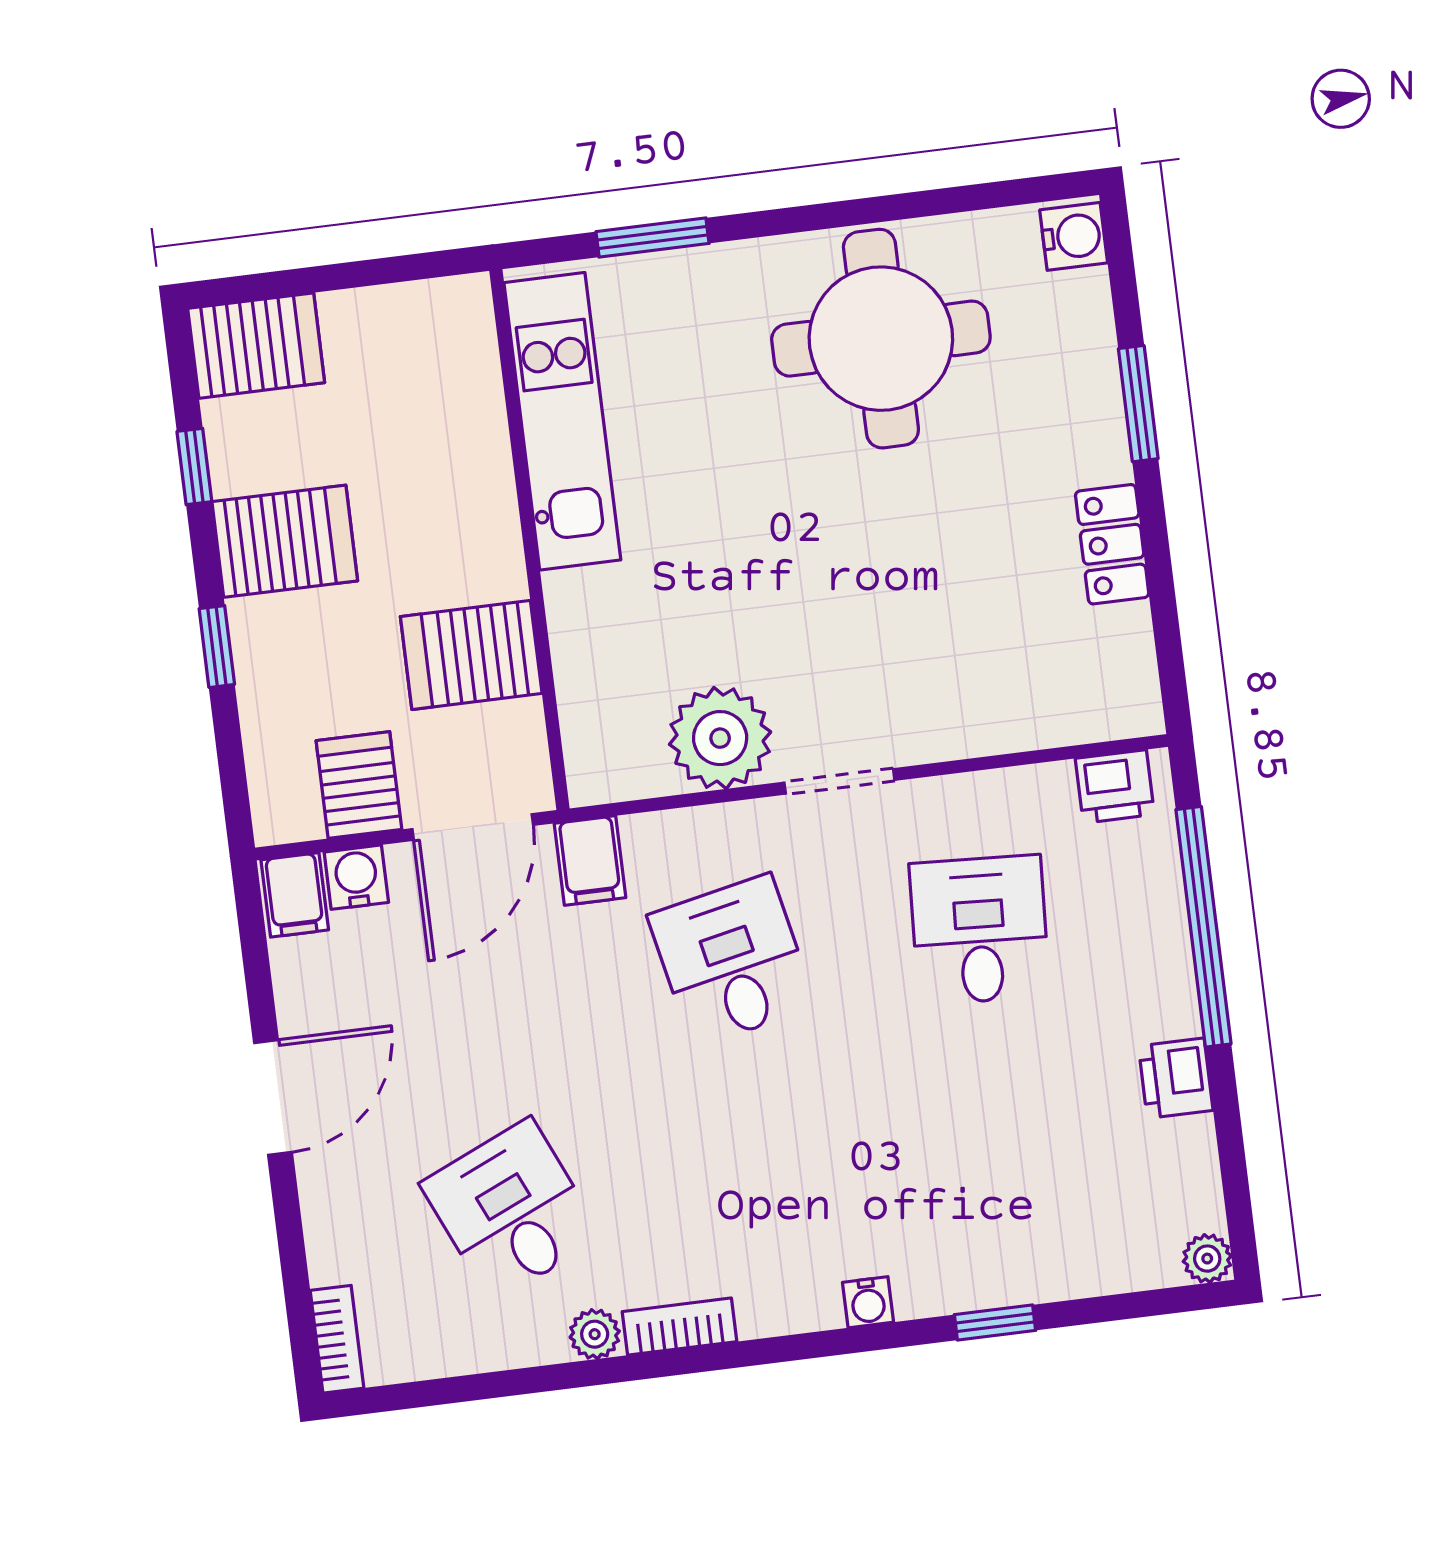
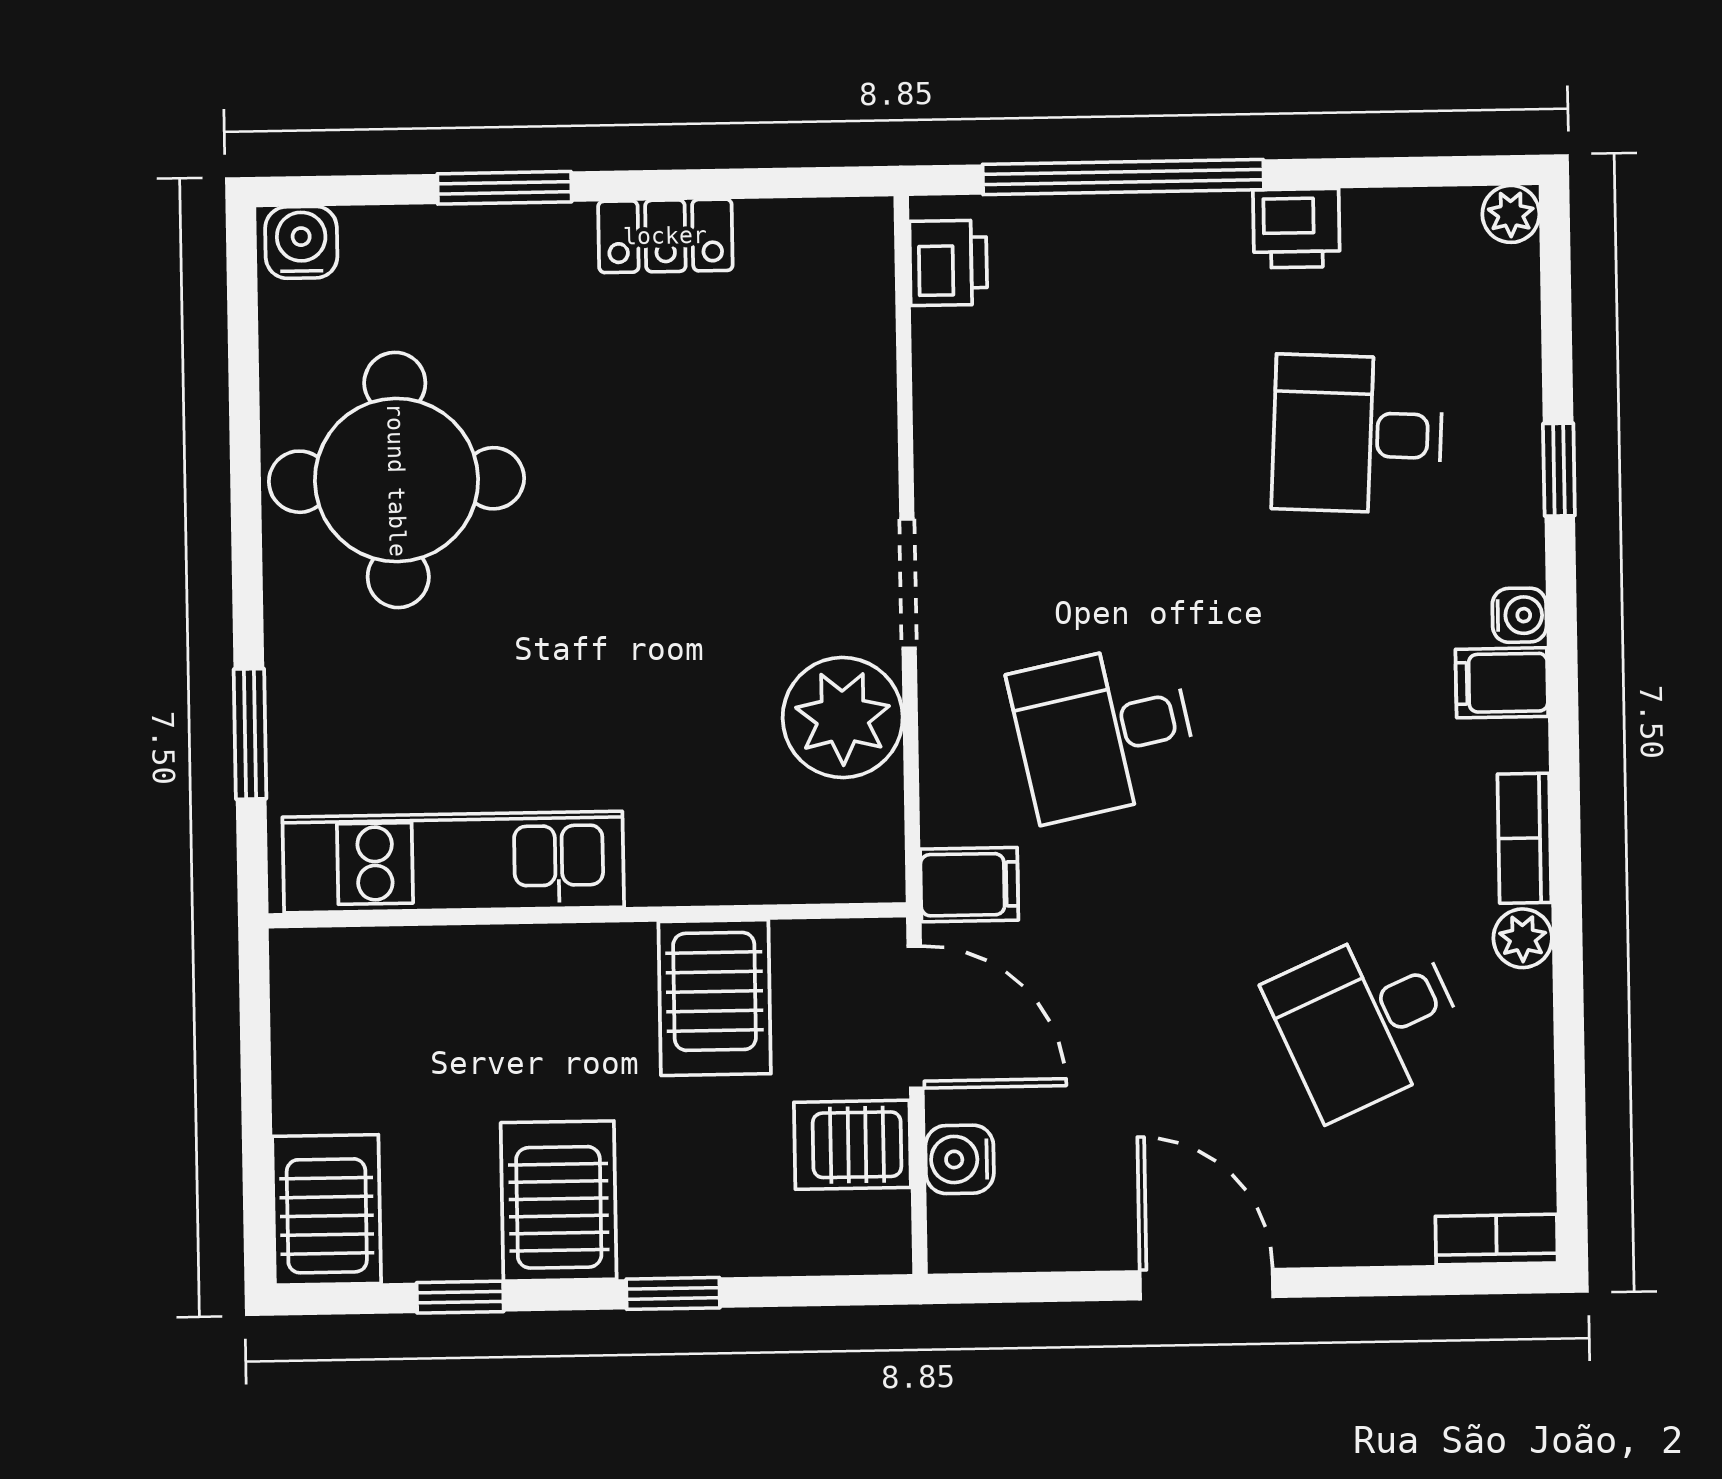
filing cabinet: (295, 895) -> (1502, 683), moved, turned 180
desk: (980, 930) -> (1357, 434), moved

